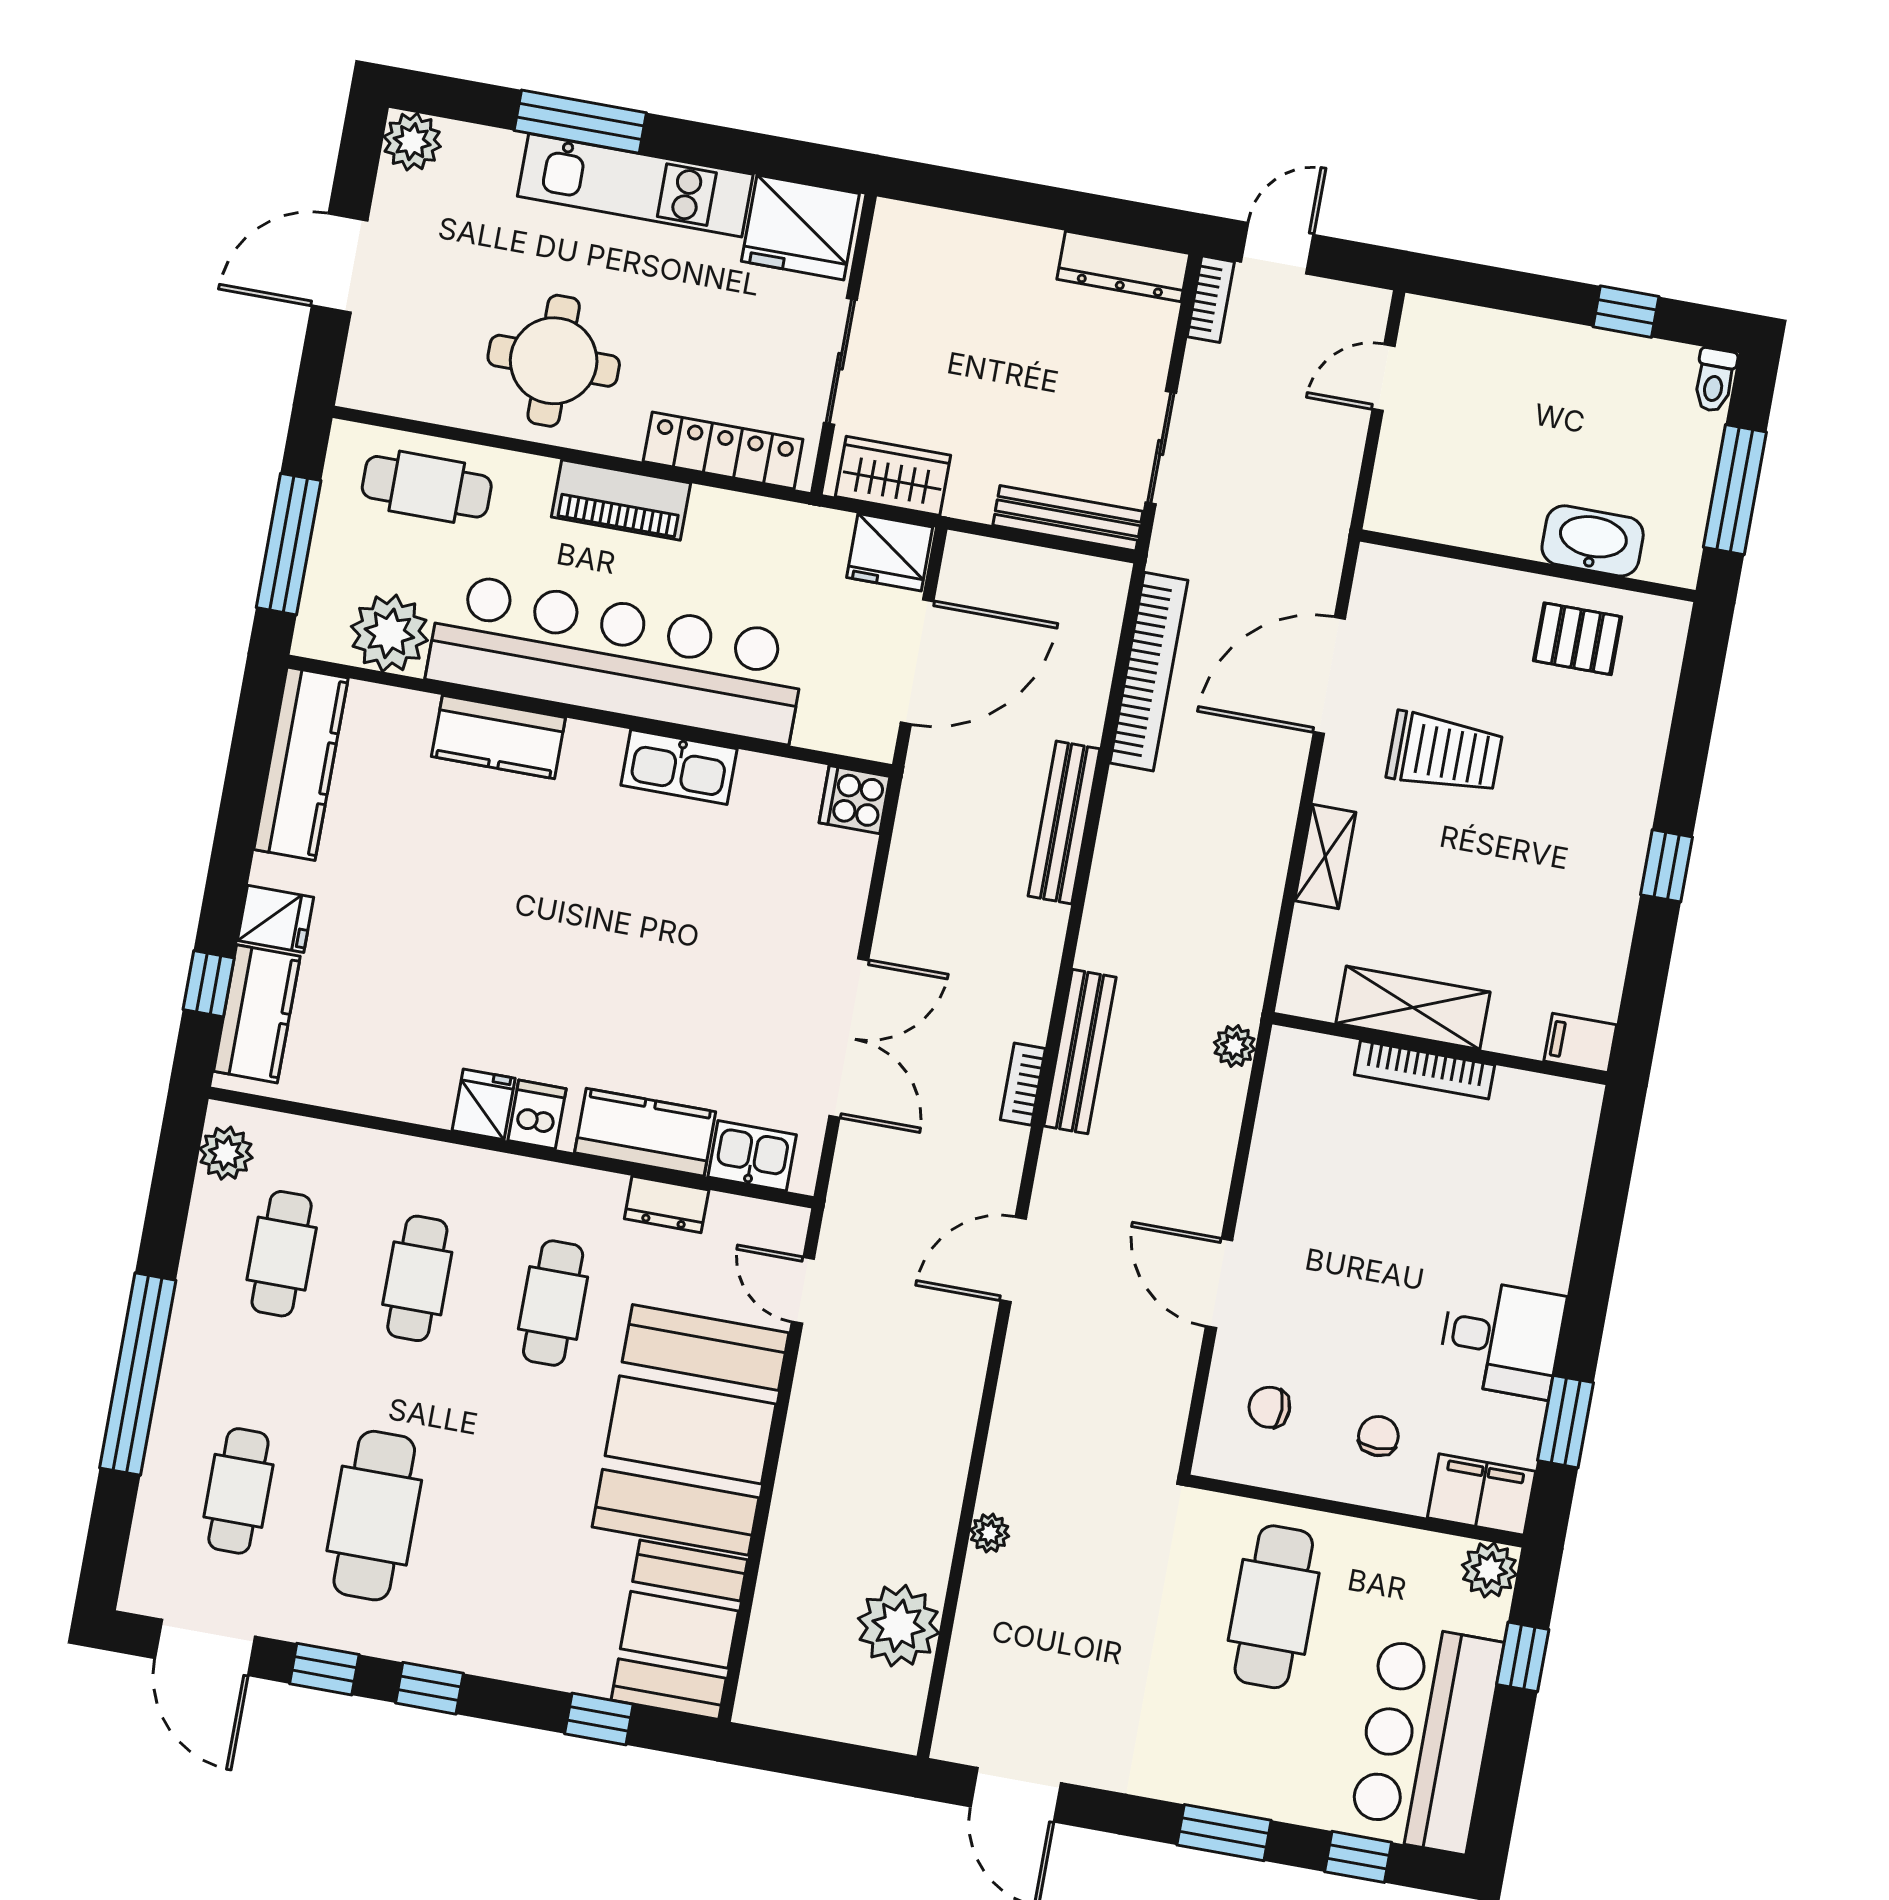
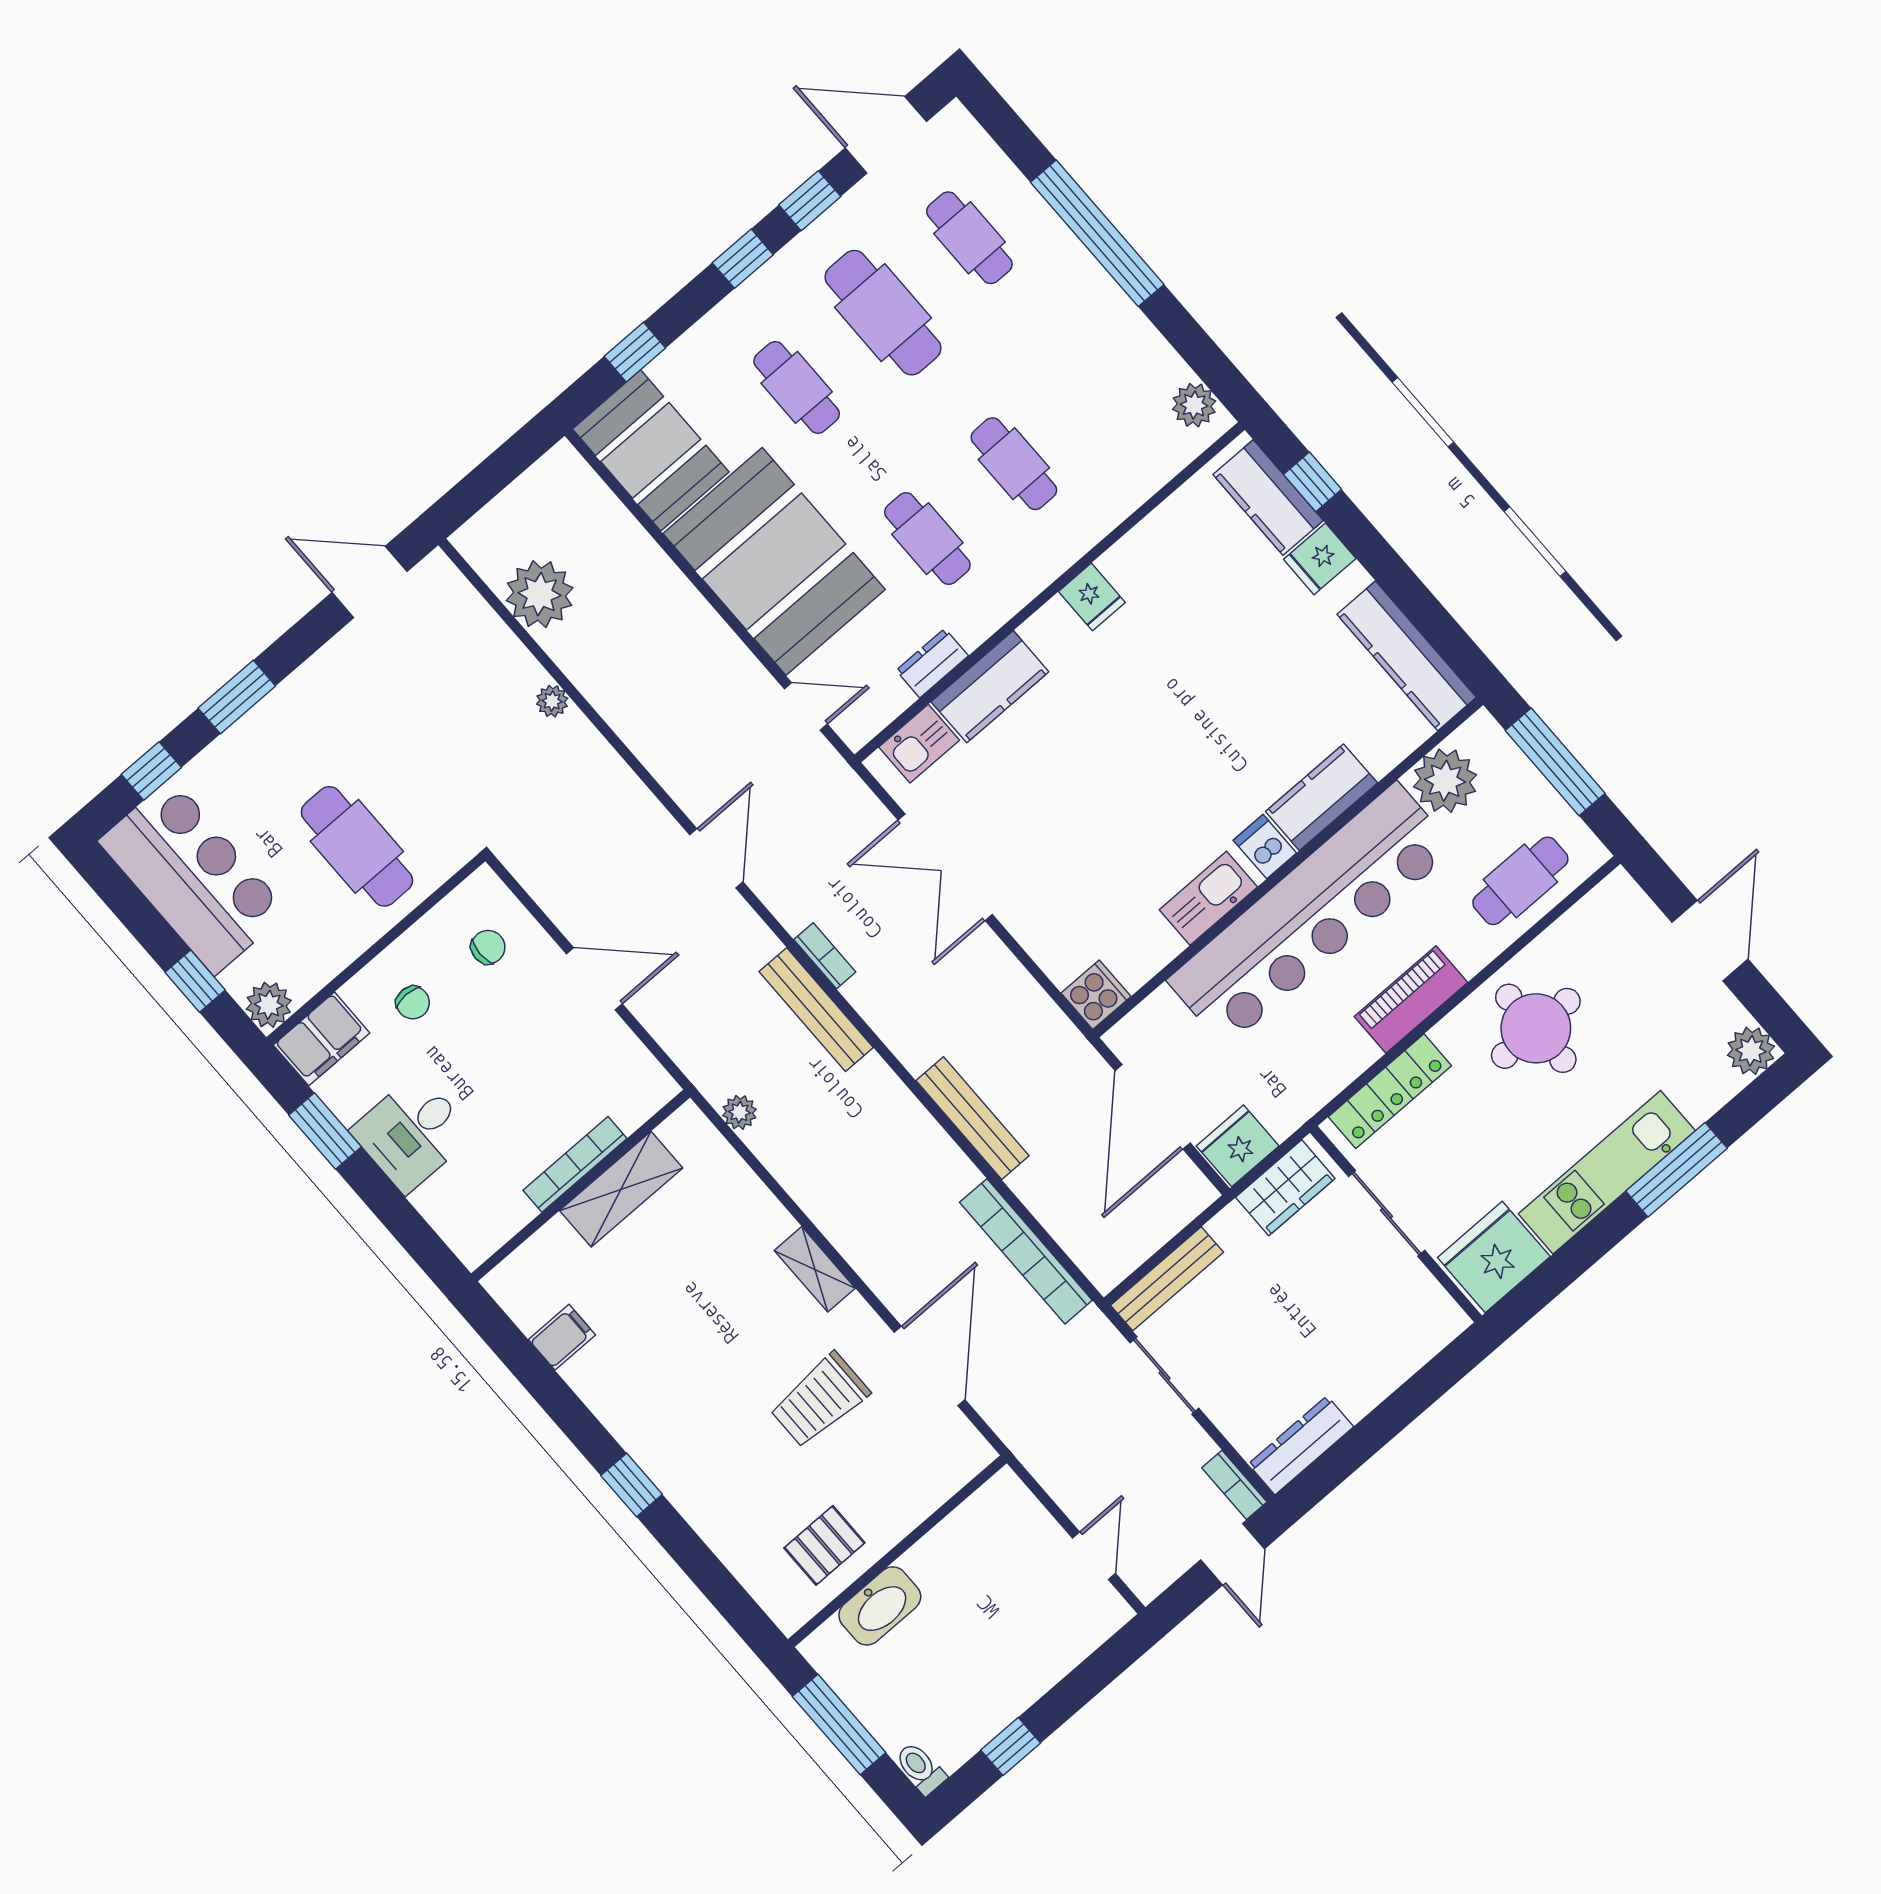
shelving: (1413, 1008) -> (621, 1189), moved
wall: (1440, 1049) -> (581, 1185), moved
bookcase: (1424, 1070) -> (575, 1164), moved
dishwasher: (537, 1115) -> (1265, 847), moved, turned 180
cafe table: (282, 1254) -> (797, 387), moved

